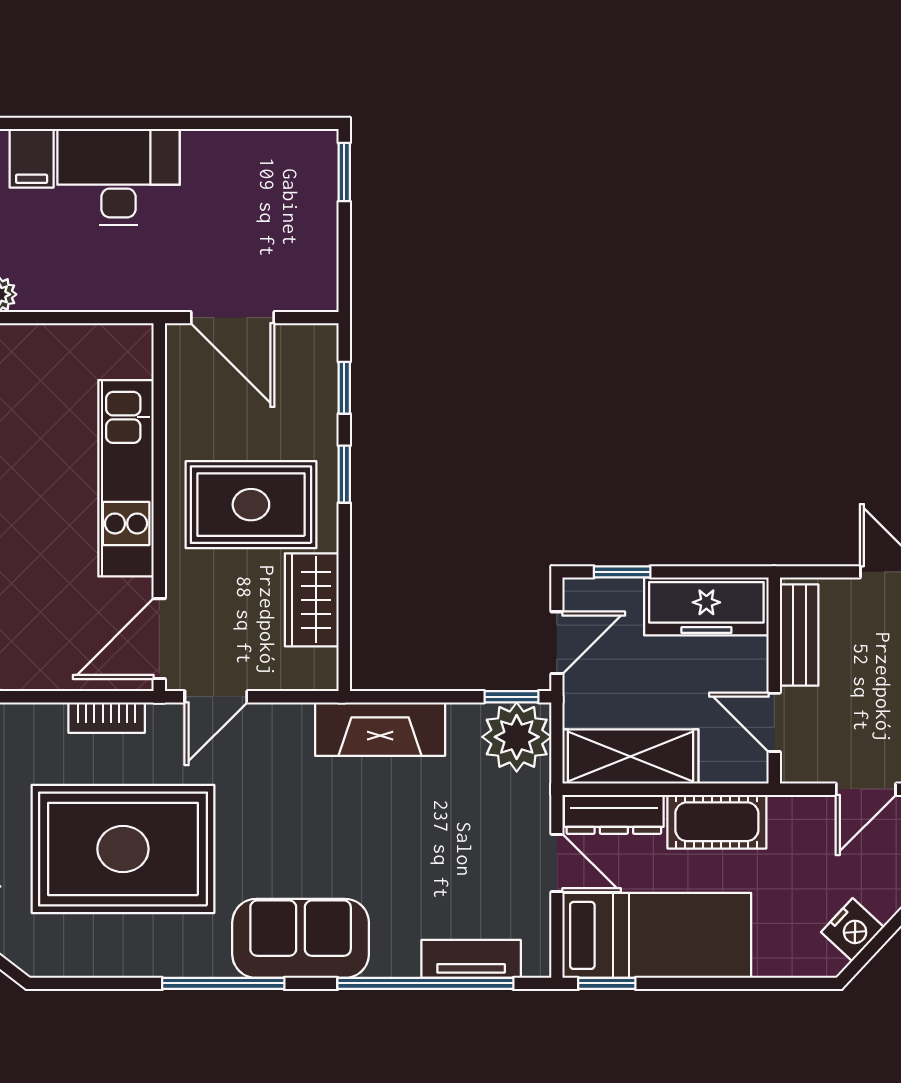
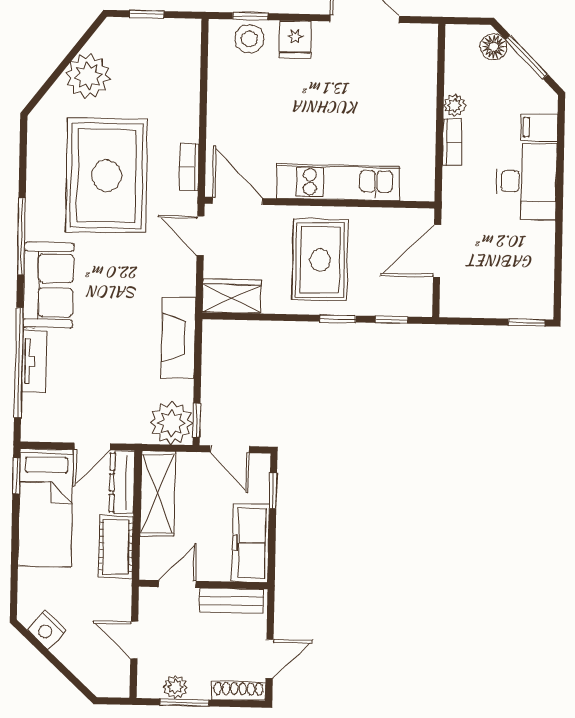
bookcase: (58, 297) -> (452, 142), added
wardrobe: (312, 600) -> (232, 296), moved
tv unit: (471, 959) -> (34, 361), moved

